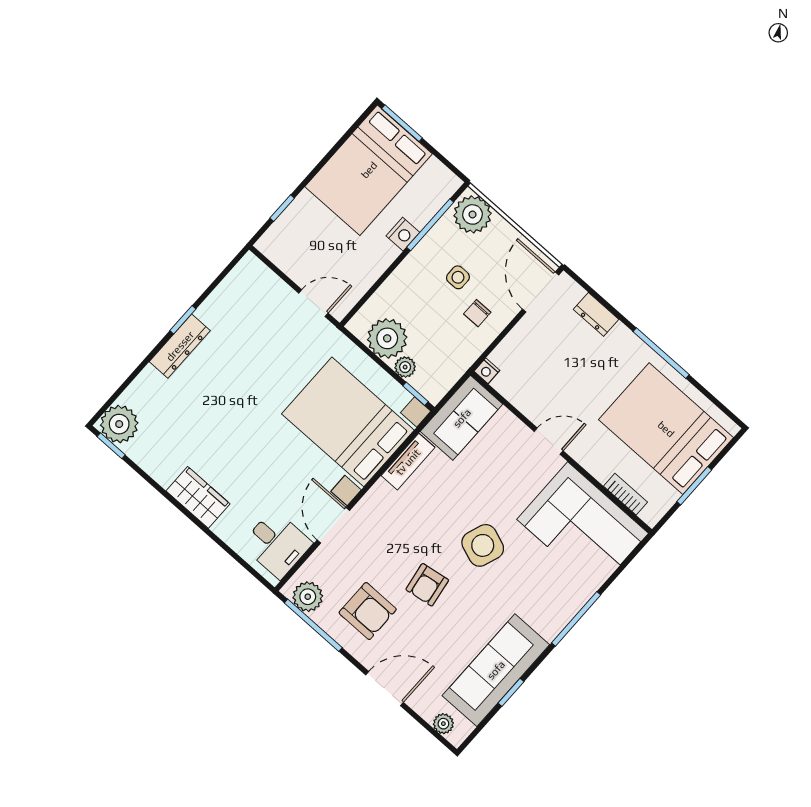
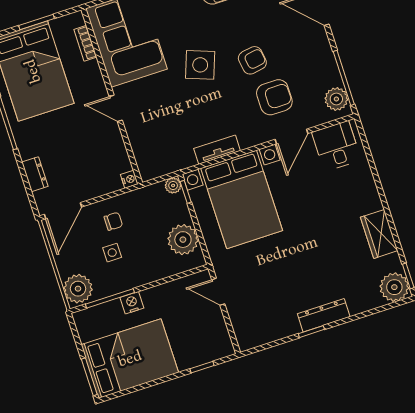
plant: (405, 367) -> (173, 185), moved
sofa: (462, 418) -> (164, 158), removed
wardrobe: (198, 497) -> (379, 234), moved
armchair: (368, 611) -> (274, 97), moved, turned 90

